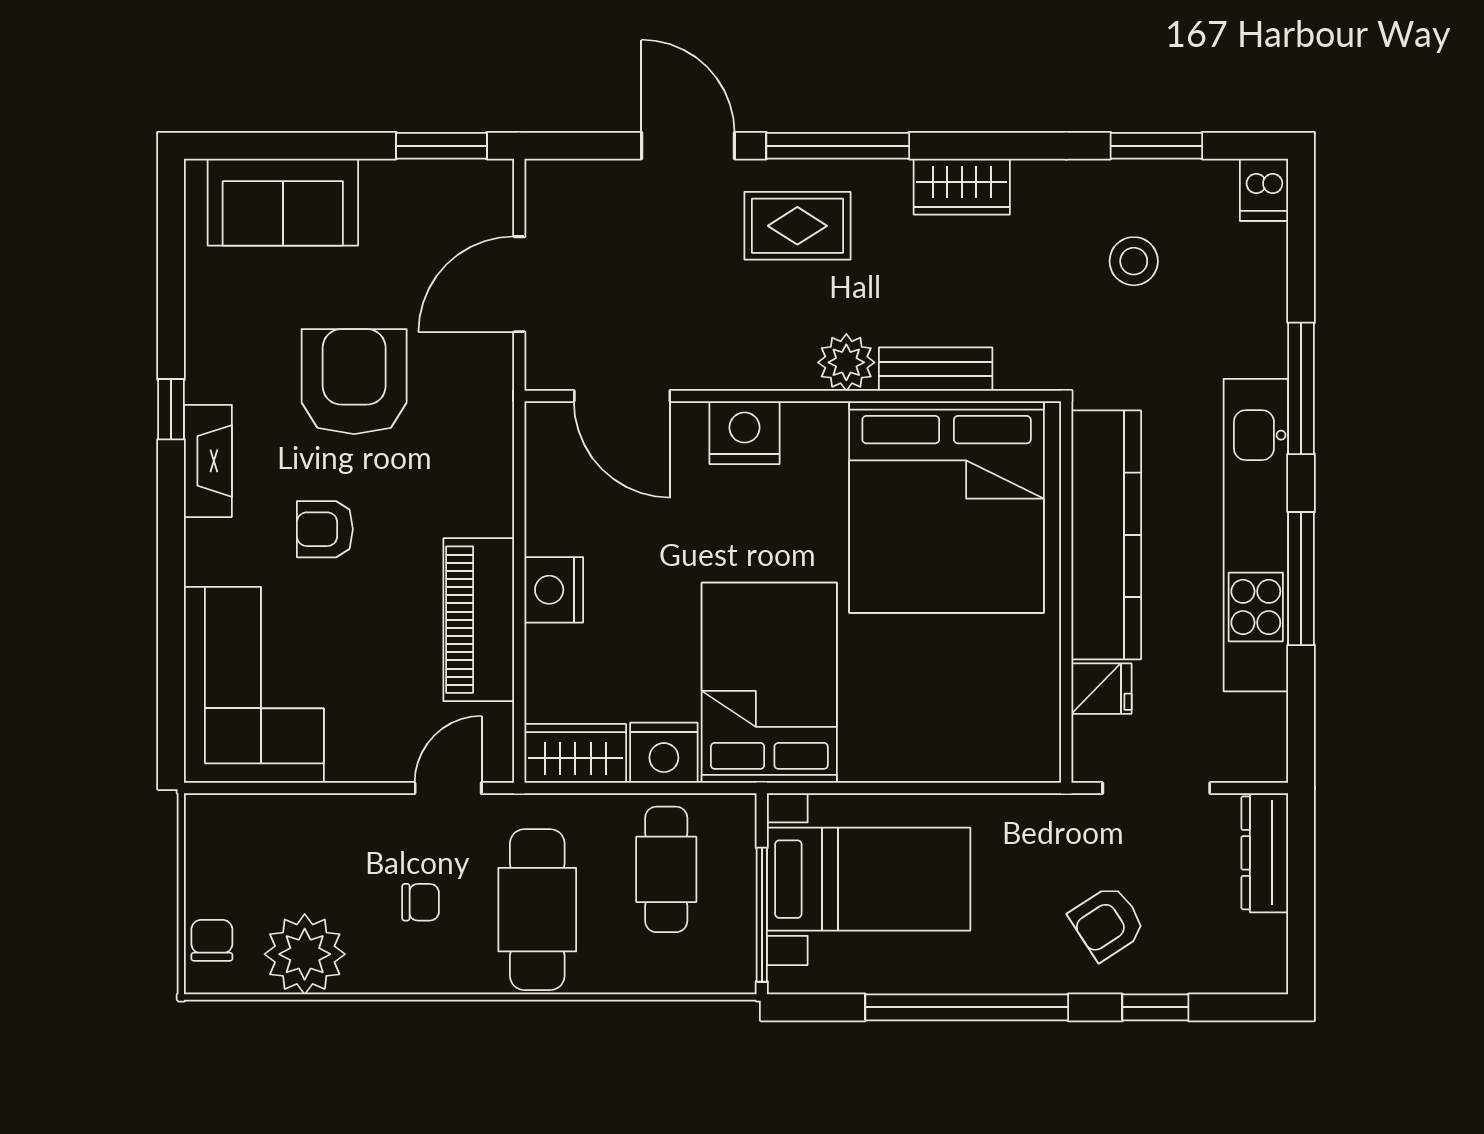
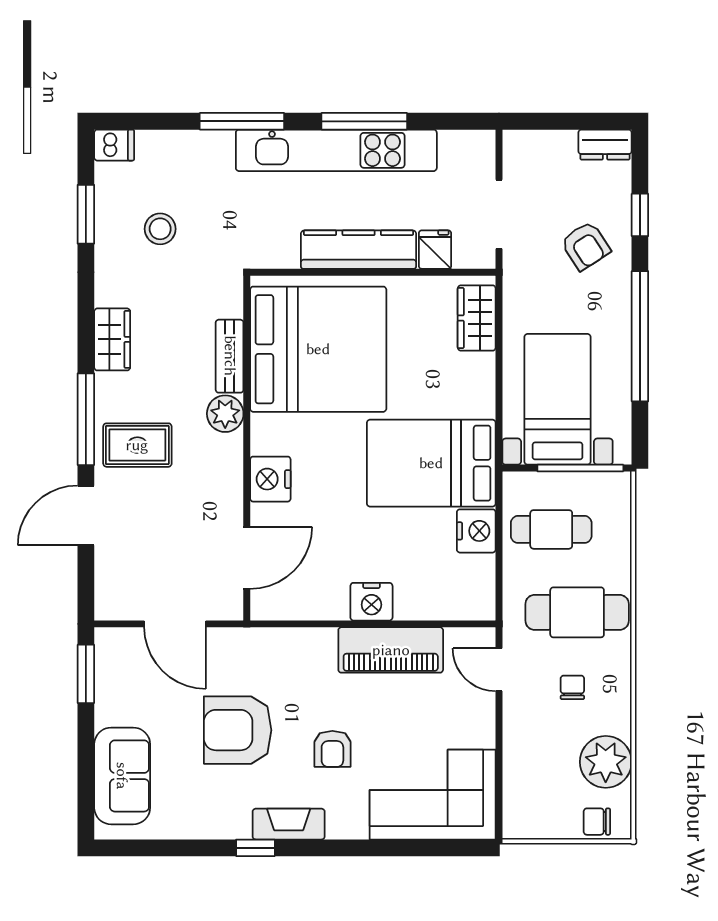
rug: (797, 226) -> (137, 445), turned 90
kitchen counter: (1106, 535) -> (359, 250), width x0.72, depth x0.86
wardrobe: (575, 753) -> (477, 318), moved
dresser: (1265, 853) -> (605, 145), moved, width x0.70

